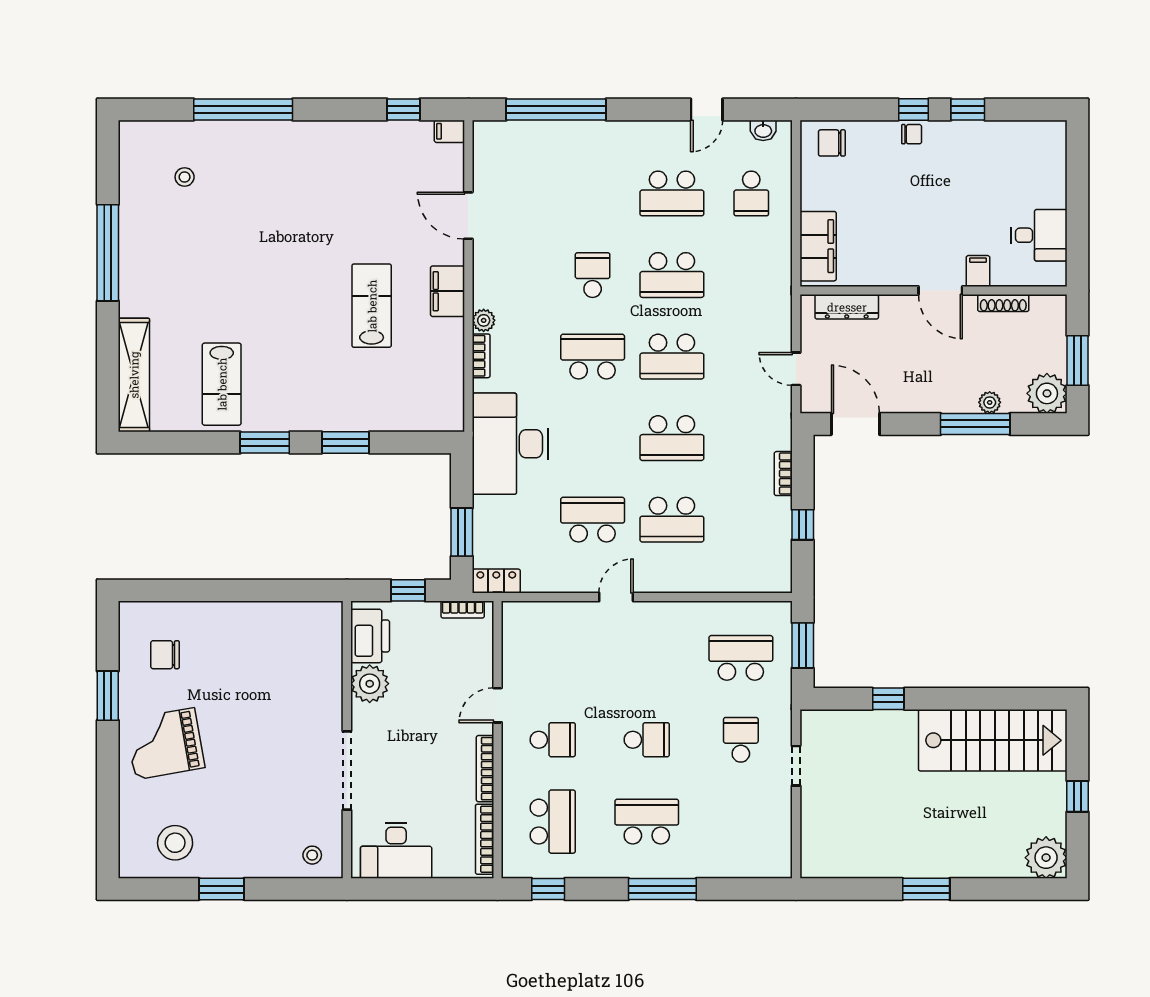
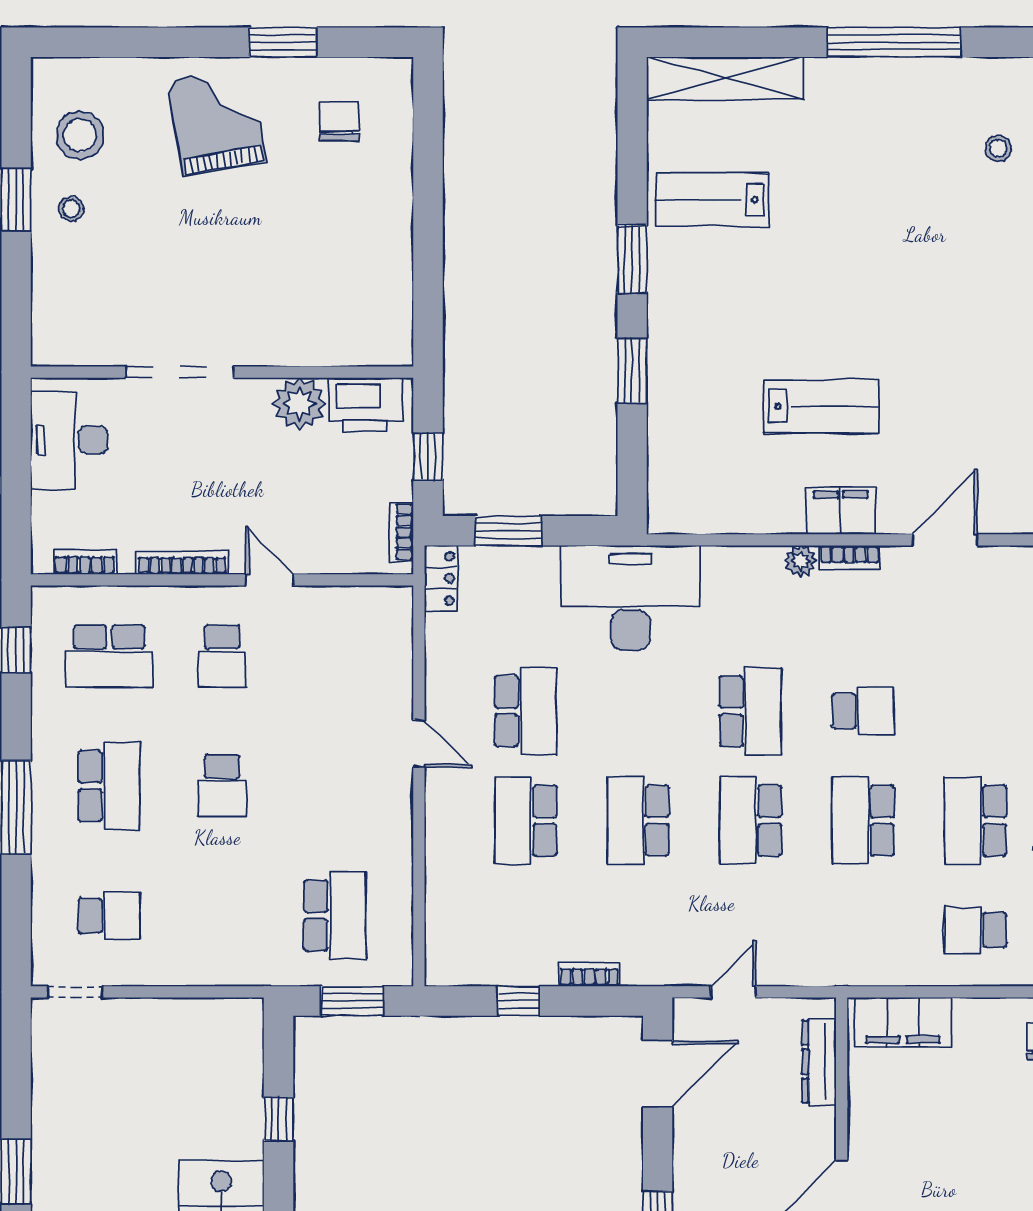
bookcase: (481, 356) -> (849, 557), moved
school desk: (741, 740) -> (109, 916), moved
doorway: (796, 766) -> (75, 992), moved
bookcase: (485, 839) -> (85, 562), width x0.64
stool: (312, 855) -> (71, 209), moved

